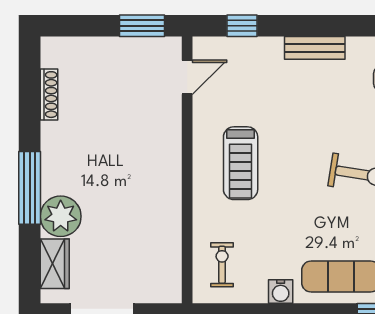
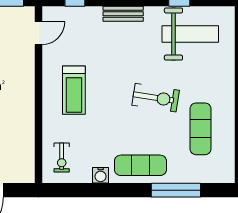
exercise bike: (222, 265) -> (62, 157), turned 180

